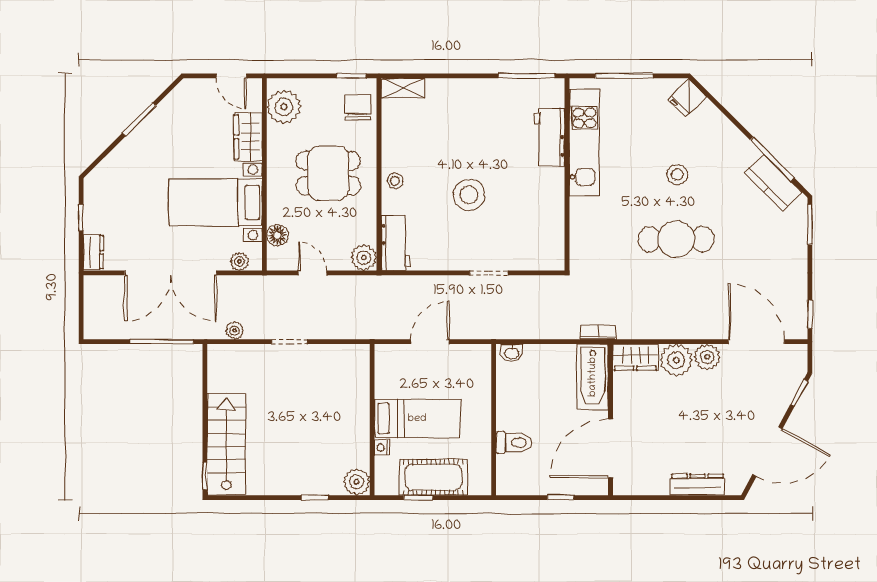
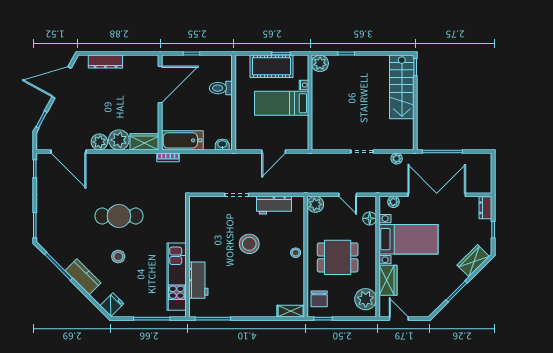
wardrobe: (113, 168) -> (473, 261), added
kitchen counter: (773, 183) -> (83, 277), moved
workbench: (396, 243) -> (274, 205), moved, turned -90
bathtub: (593, 377) -> (182, 140), moved, turned -90

